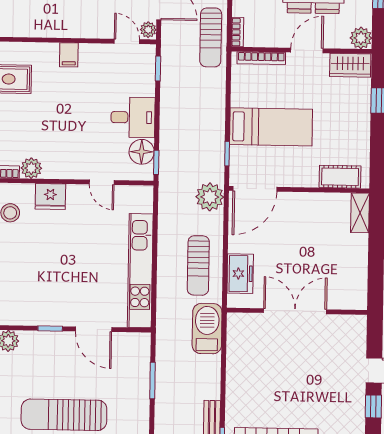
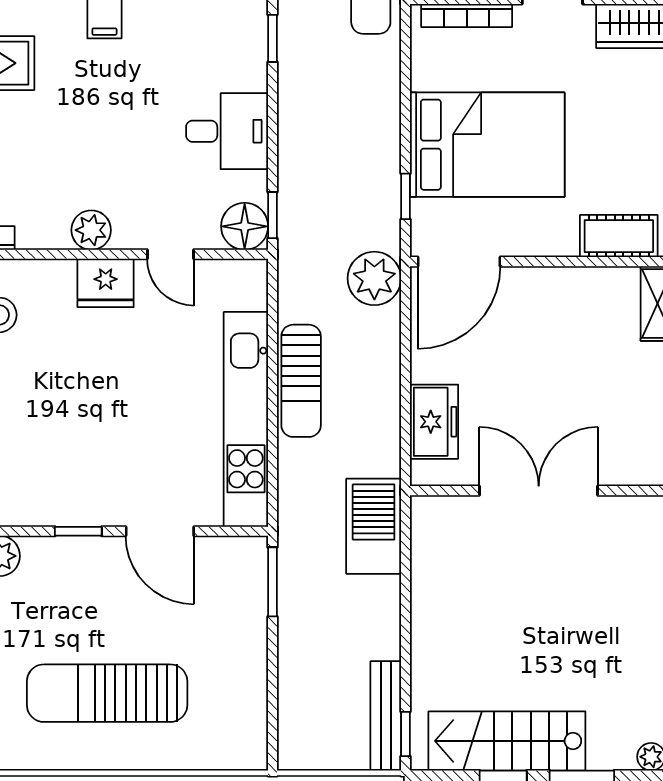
bed: (271, 127) -> (487, 145), width x1.50
floor lamp: (142, 152) -> (245, 226), moved
plant: (31, 168) -> (91, 230), moved
fridge: (50, 197) -> (106, 283), moved
sun lounger: (198, 265) -> (301, 381), moved
window: (152, 380) -> (273, 582), moved

